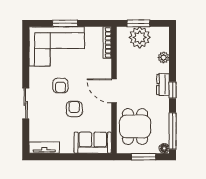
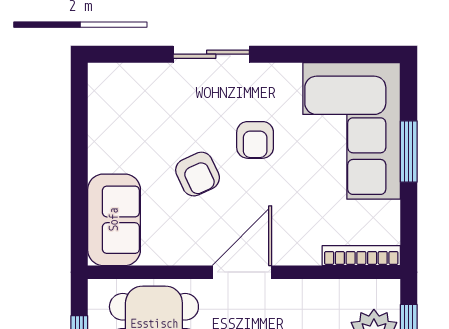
armchair: (60, 86) -> (255, 140), turned -90
armchair: (74, 109) -> (198, 174), turned 65
tv unit: (44, 148) -> (102, 100), removed

